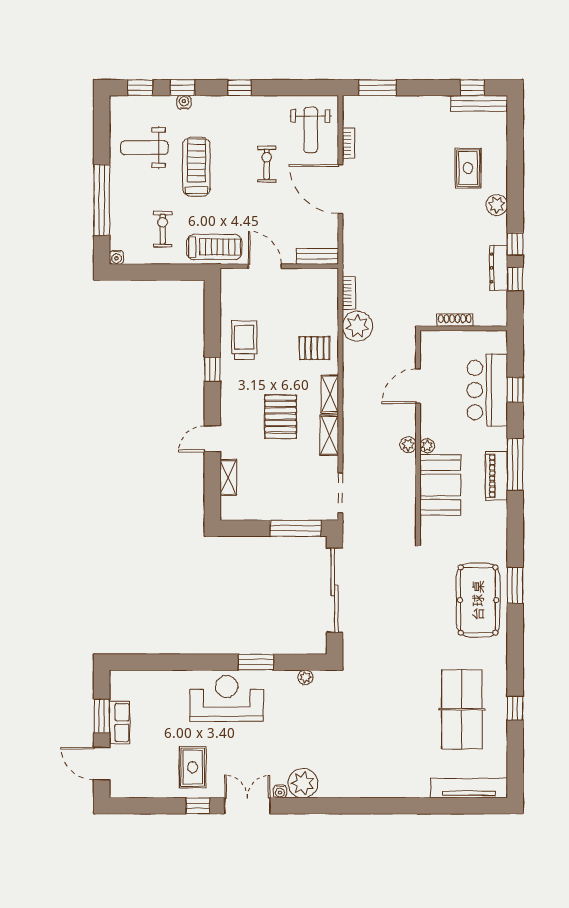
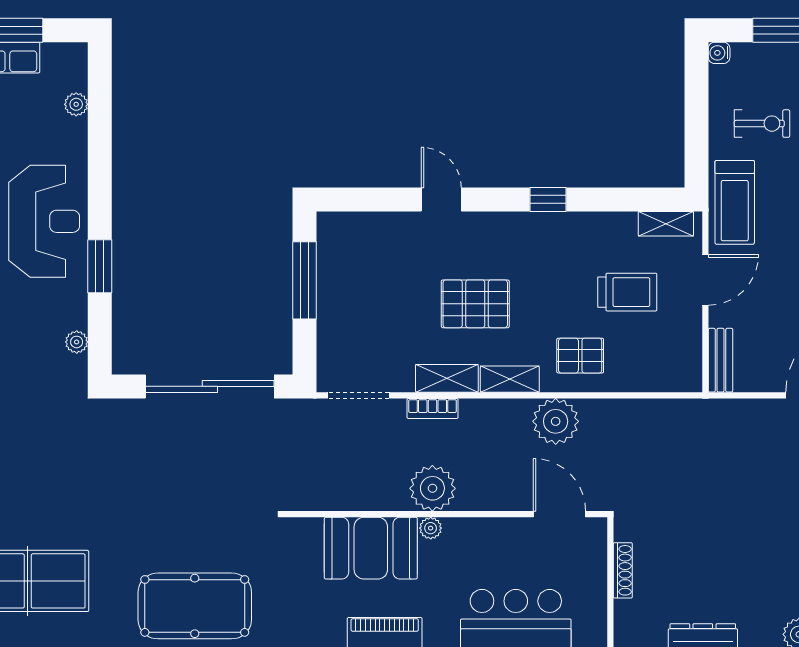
bookcase: (349, 293) -> (433, 408), moved
plant: (357, 326) -> (556, 421), moved
trolley: (244, 340) -> (627, 292), moved
pallet: (314, 348) -> (580, 356), turned 90
door: (418, 386) -> (559, 514), moved
plant: (408, 445) -> (432, 488), width x1.88, depth x1.88
shelving: (228, 477) -> (666, 224), moved
window: (296, 528) -> (305, 280), moved
plant: (150, 678) -> (76, 104), added

